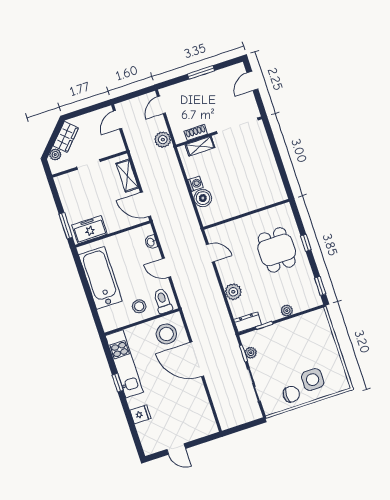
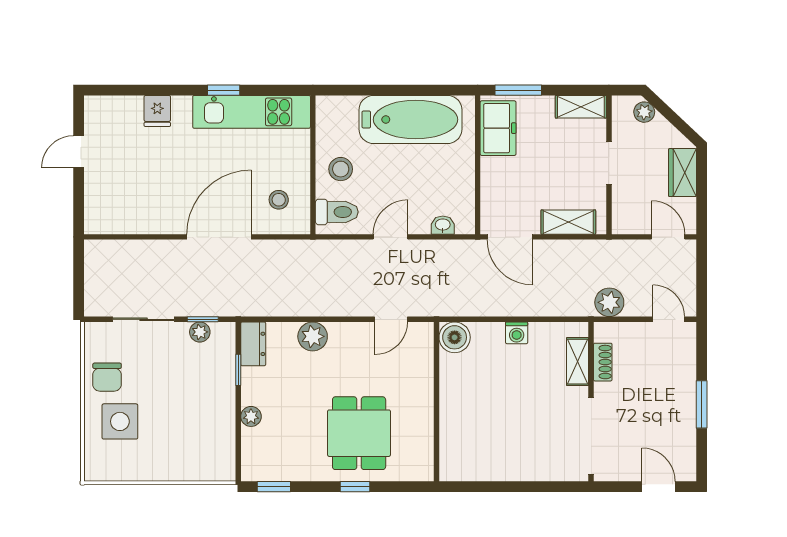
wardrobe: (66, 137) -> (683, 173), moved, turned 47
shelving: (64, 189) -> (581, 107), added
boiler: (203, 198) -> (455, 337), moved
door: (145, 204) -> (510, 237), swing flipped
dining table: (277, 250) -> (359, 433), turned 90
stool: (166, 334) -> (279, 200), width x0.53, depth x0.53

